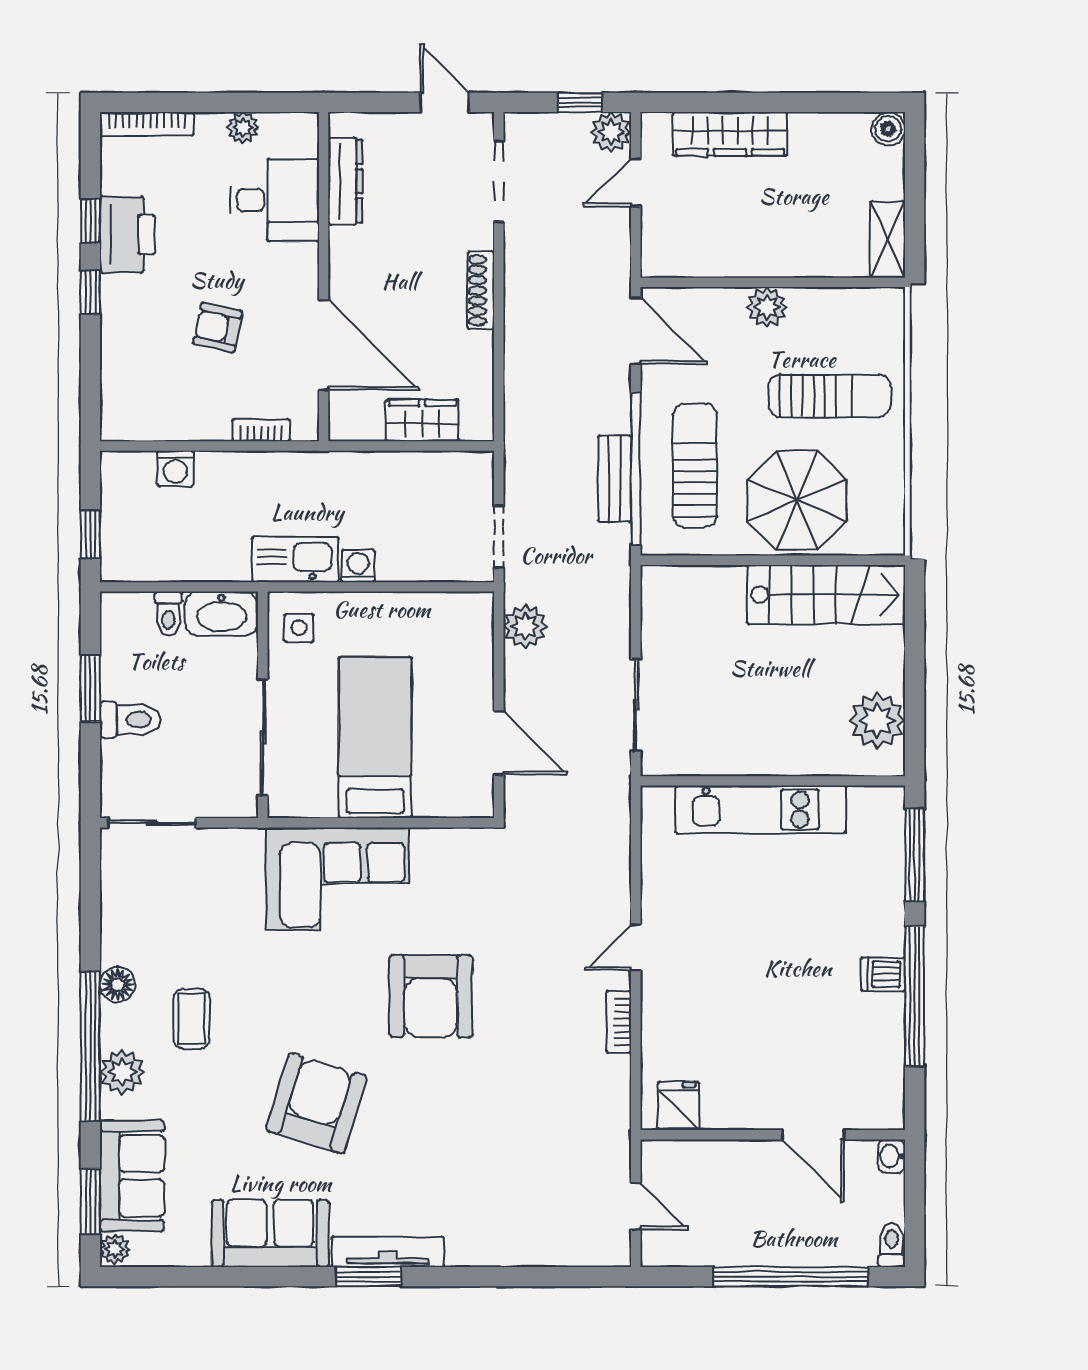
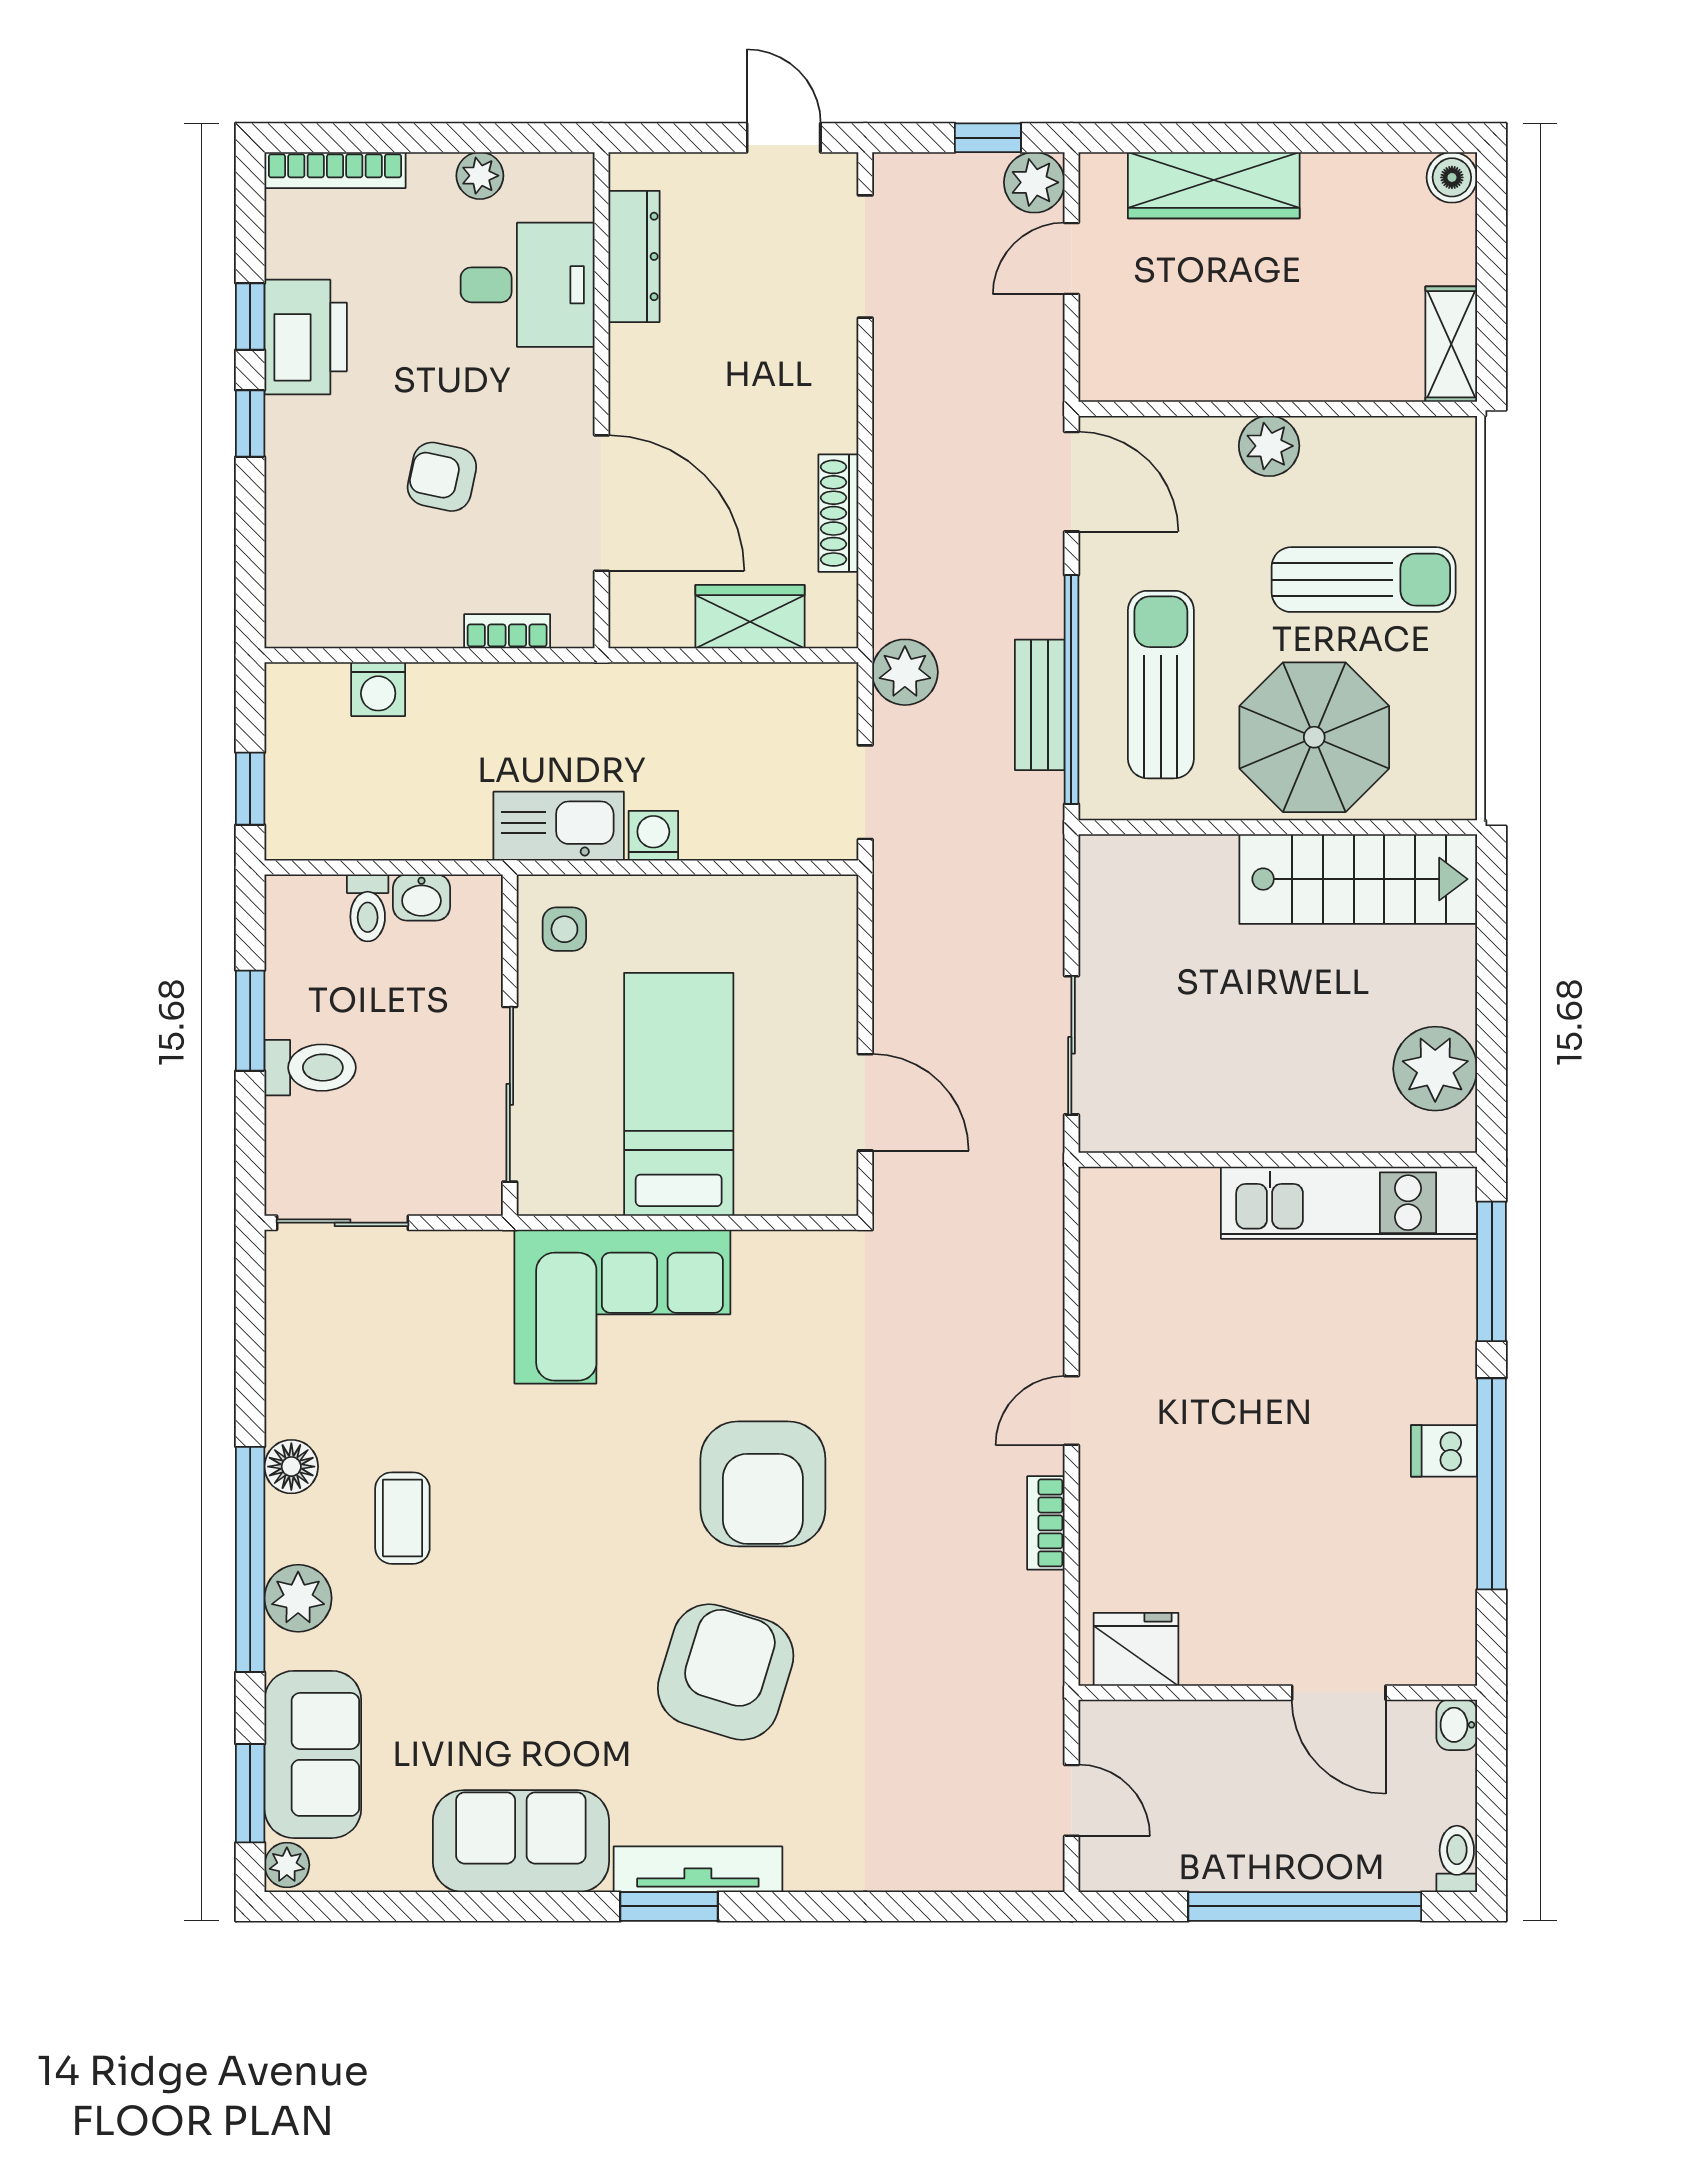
shoe rack: (481, 290) -> (838, 513), moved
washbasin: (222, 614) -> (421, 897), width x0.52, depth x0.69
plant: (525, 626) -> (905, 672), moved
kitchen unit: (761, 809) -> (1349, 1203), moved
armchair: (316, 1103) -> (726, 1672), moved
fridge: (679, 1106) -> (1136, 1649), width x1.38

